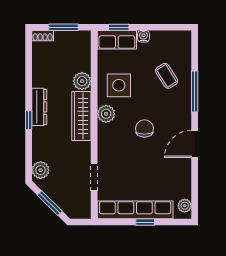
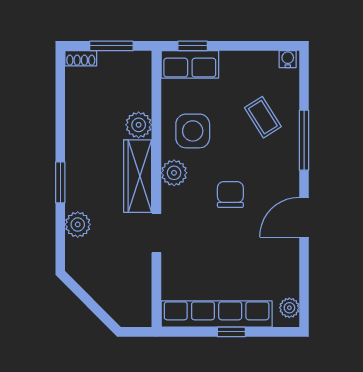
water cooler: (143, 36) -> (288, 59), moved
dresser: (39, 107) -> (76, 163), removed
window: (29, 120) -> (60, 182), width x1.50
plant: (41, 170) -> (78, 224), moved
doorway: (94, 177) -> (156, 233), moved
window: (50, 203) -> (91, 304), removed

